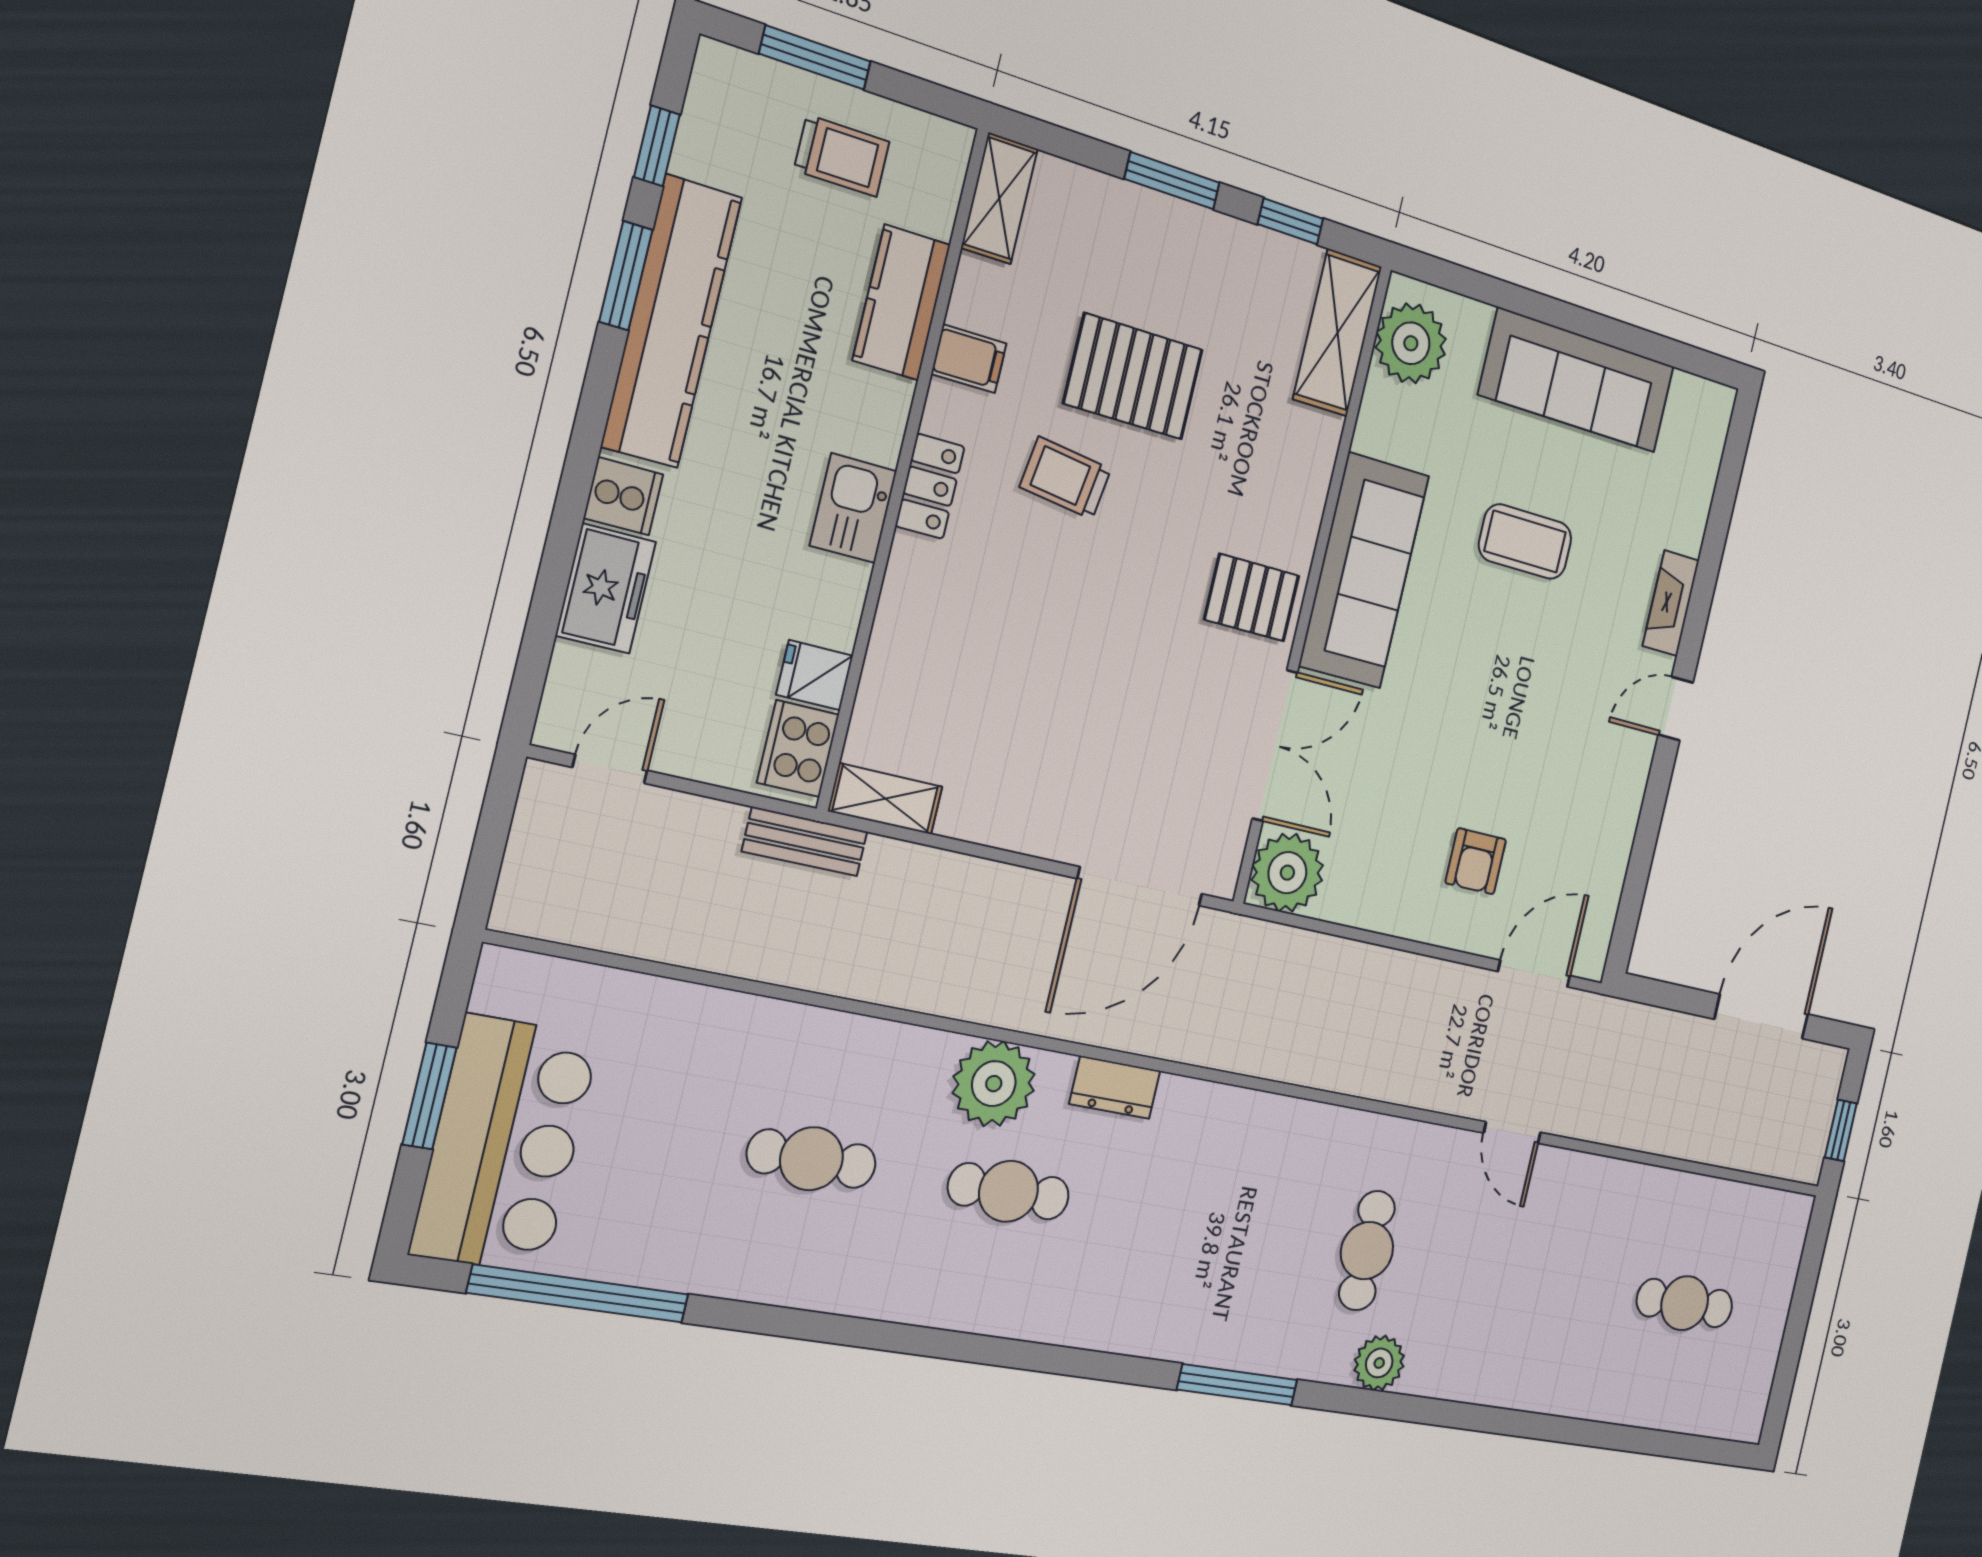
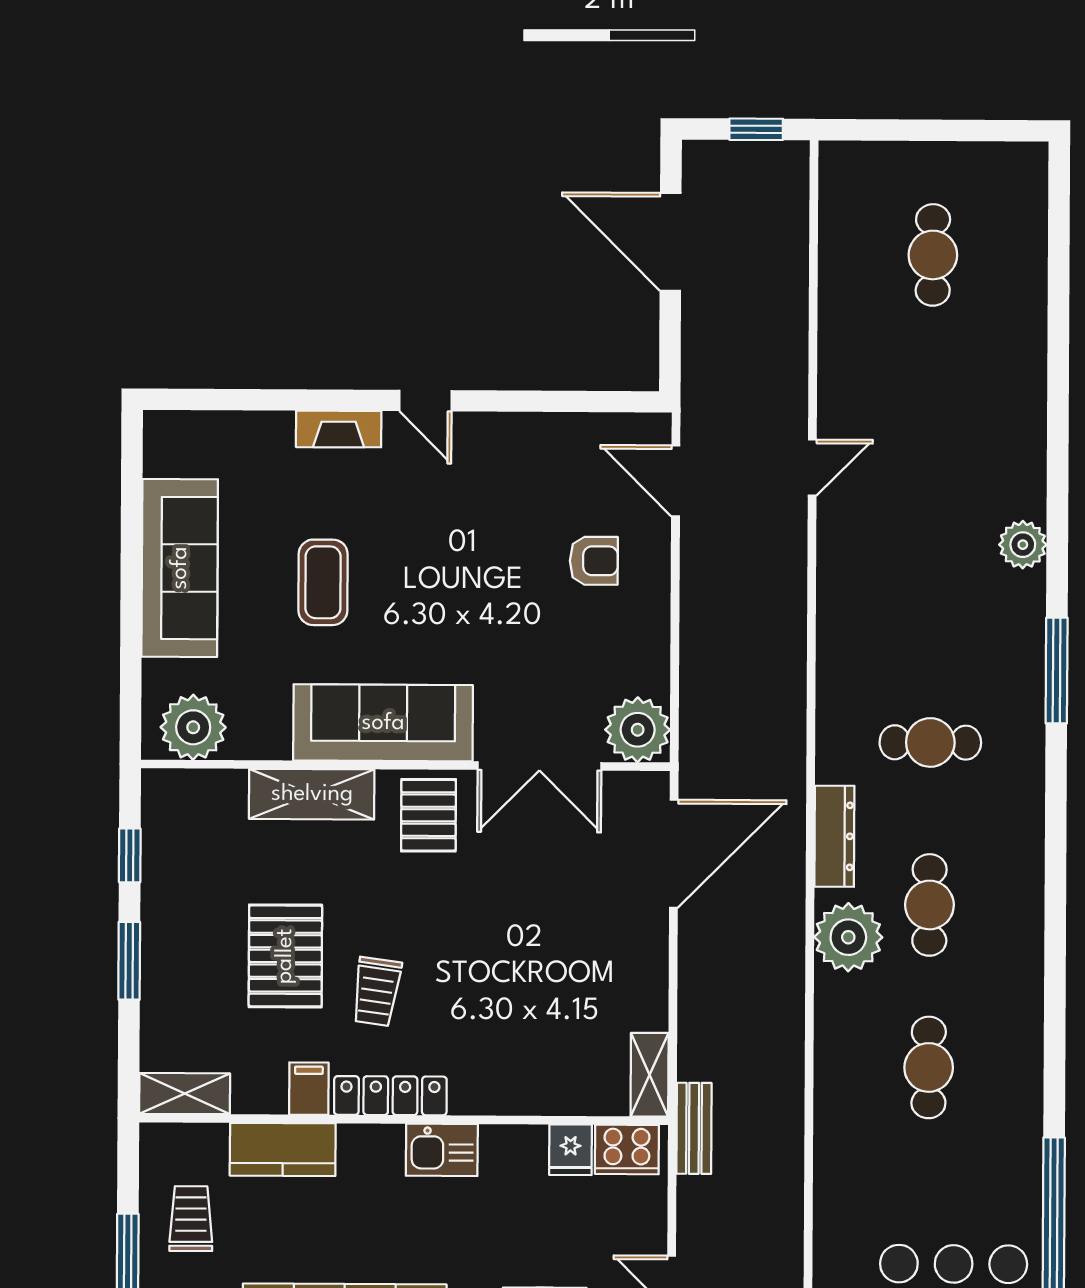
shelving: (1337, 333) -> (312, 794), moved
locker: (930, 486) -> (390, 1096), width x1.53
double door: (1275, 746) -> (539, 766), swing flipped
door: (1140, 886) -> (674, 854), hinge flipped
dresser: (1115, 1087) -> (834, 836), width x1.44
cafe table: (1367, 1251) -> (930, 742), moved

